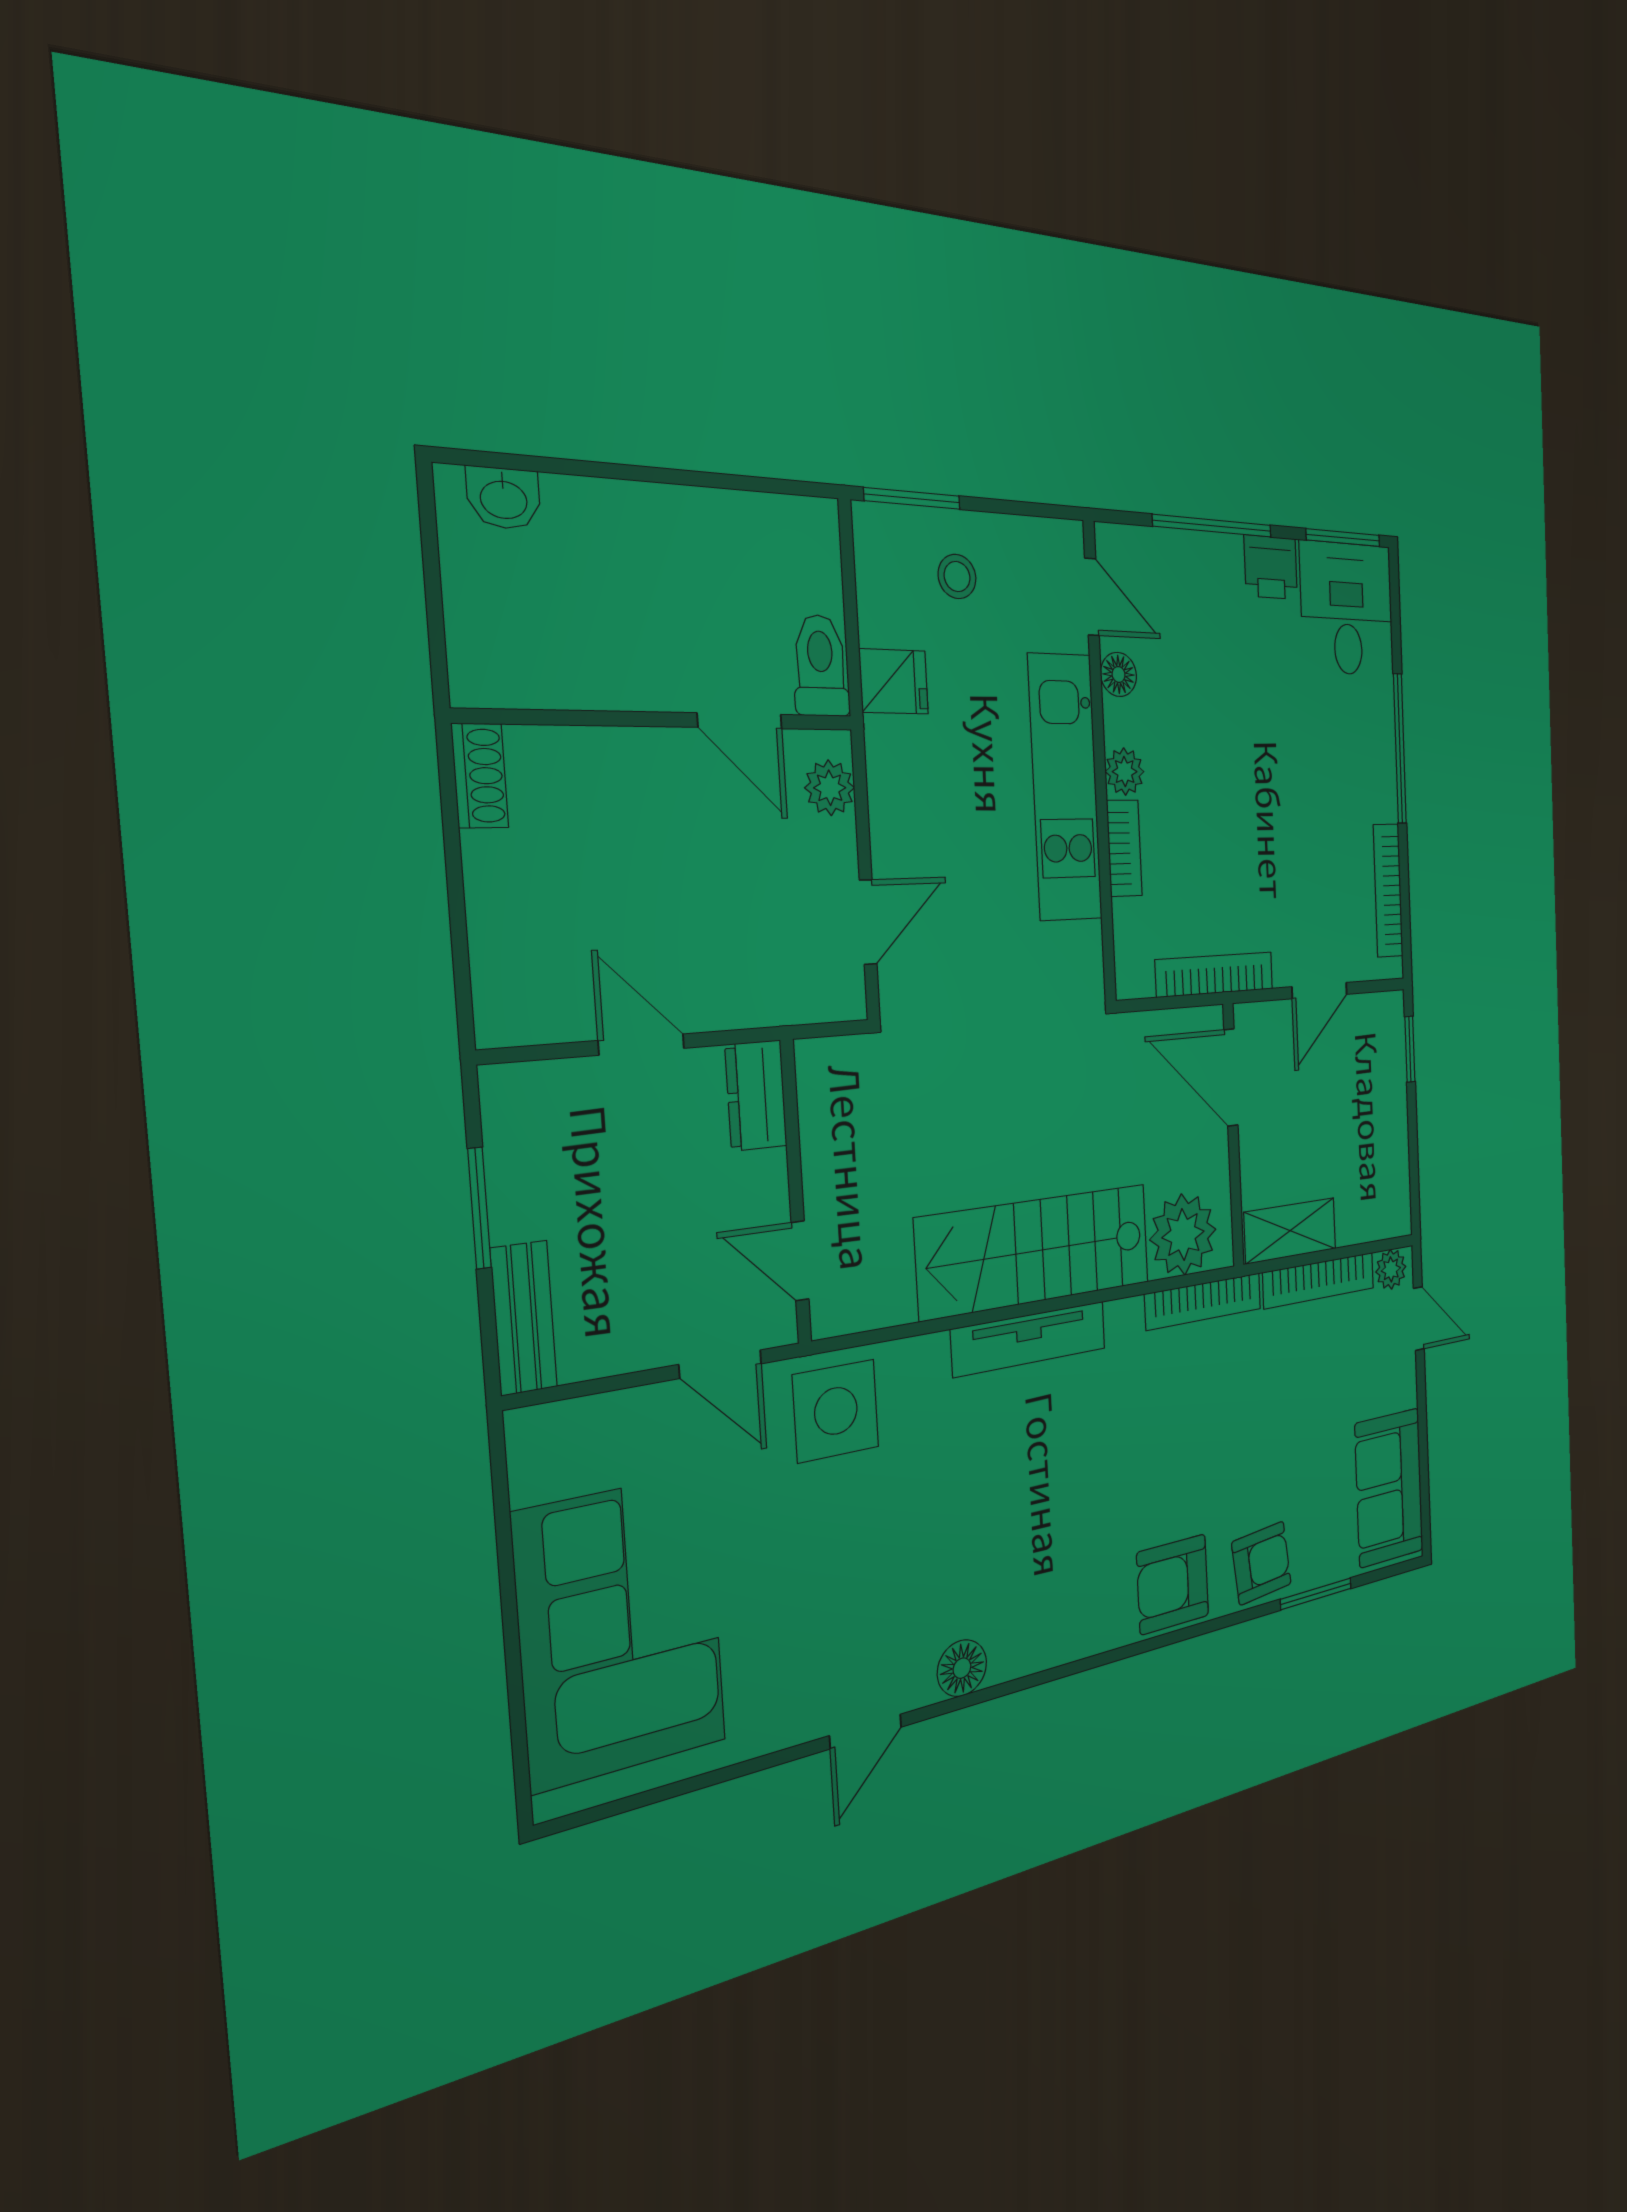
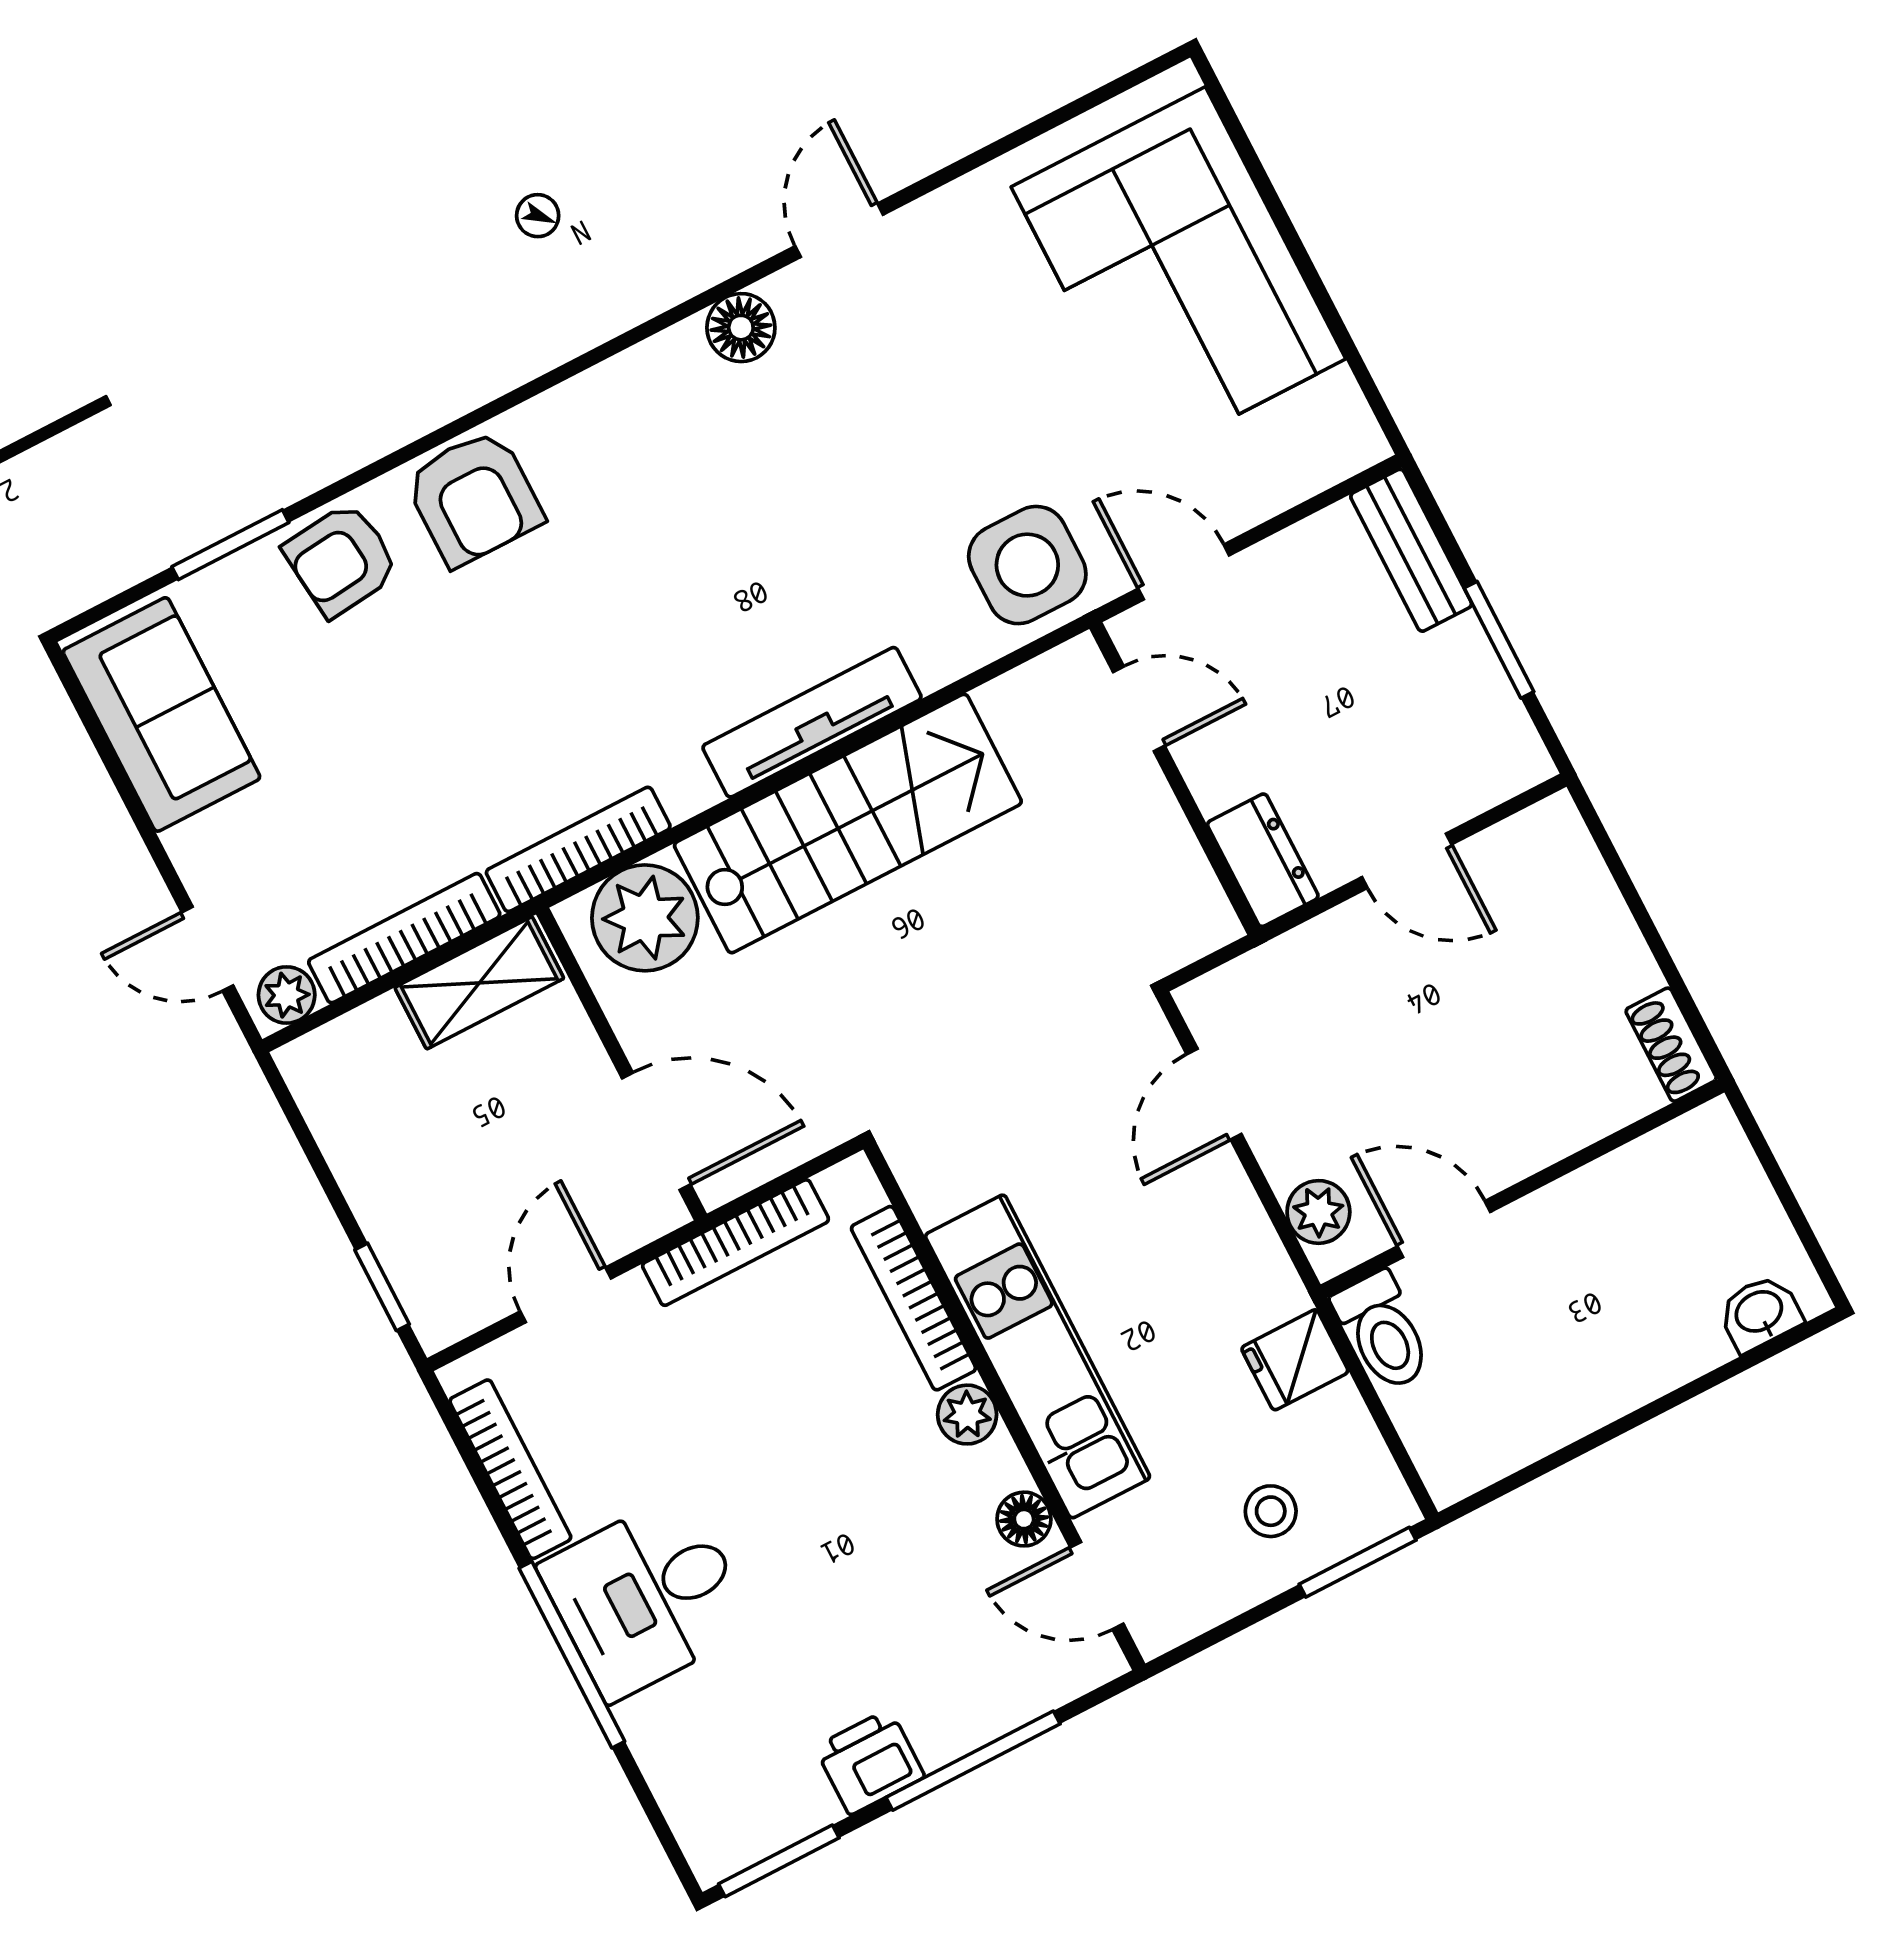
desk: (1347, 609) -> (647, 1597), moved, turned 90
bookcase: (1124, 848) -> (914, 1298), width x1.56
armchair: (1173, 1584) -> (474, 498), turned 90

